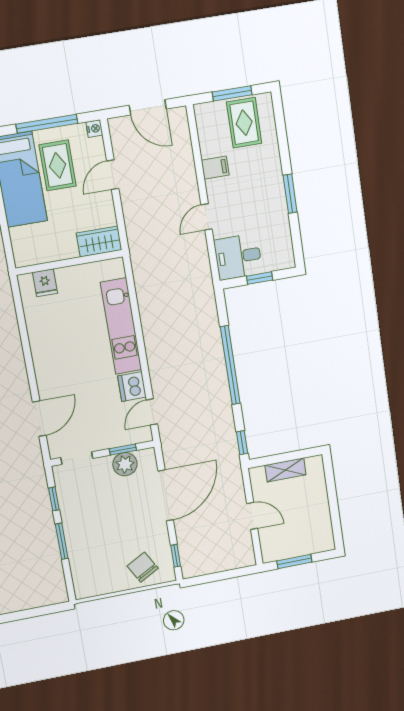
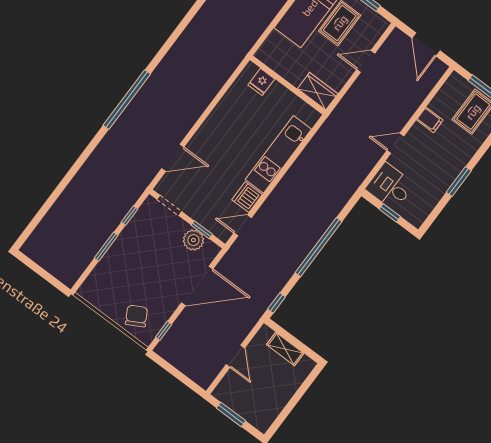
nightstand: (94, 129) -> (383, 24), removed

